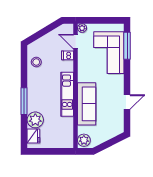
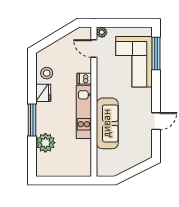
dishwasher: (67, 55) -> (84, 79), moved
fridge: (33, 136) -> (43, 93), moved
plant: (84, 140) -> (104, 167), removed

